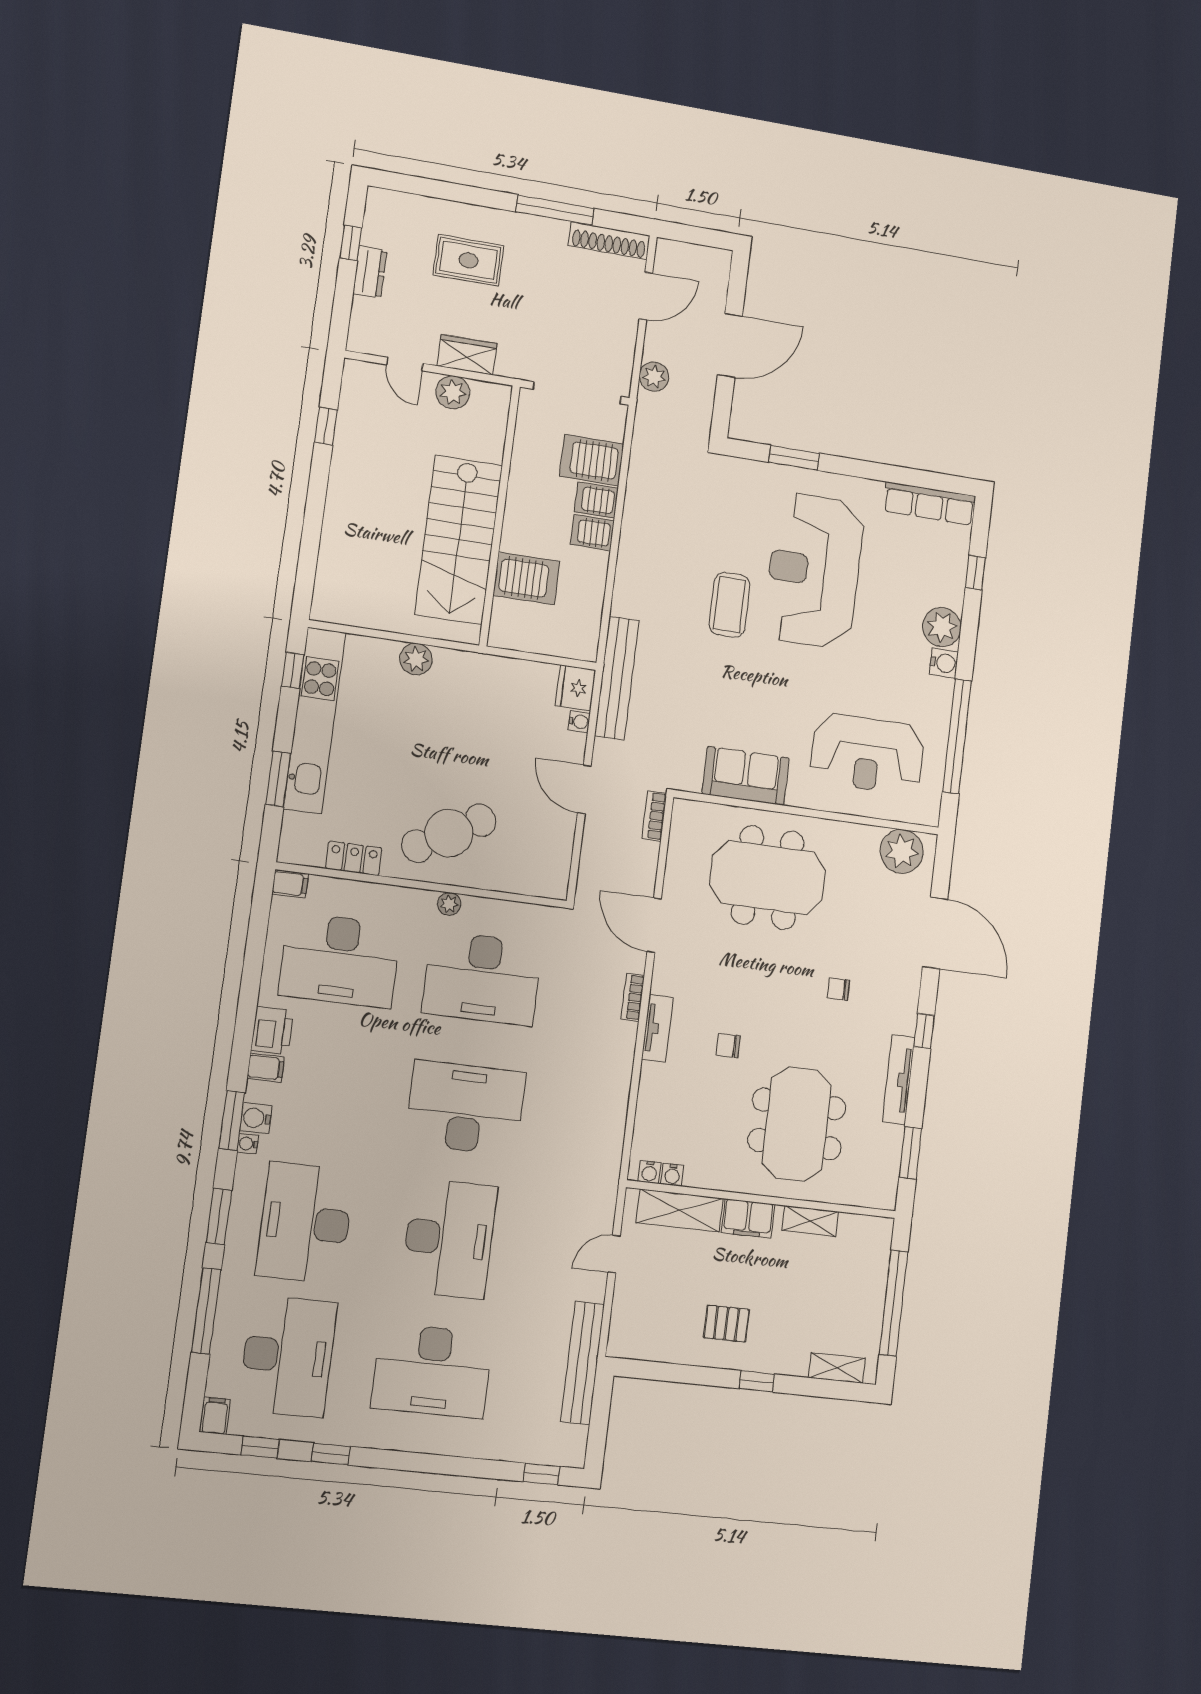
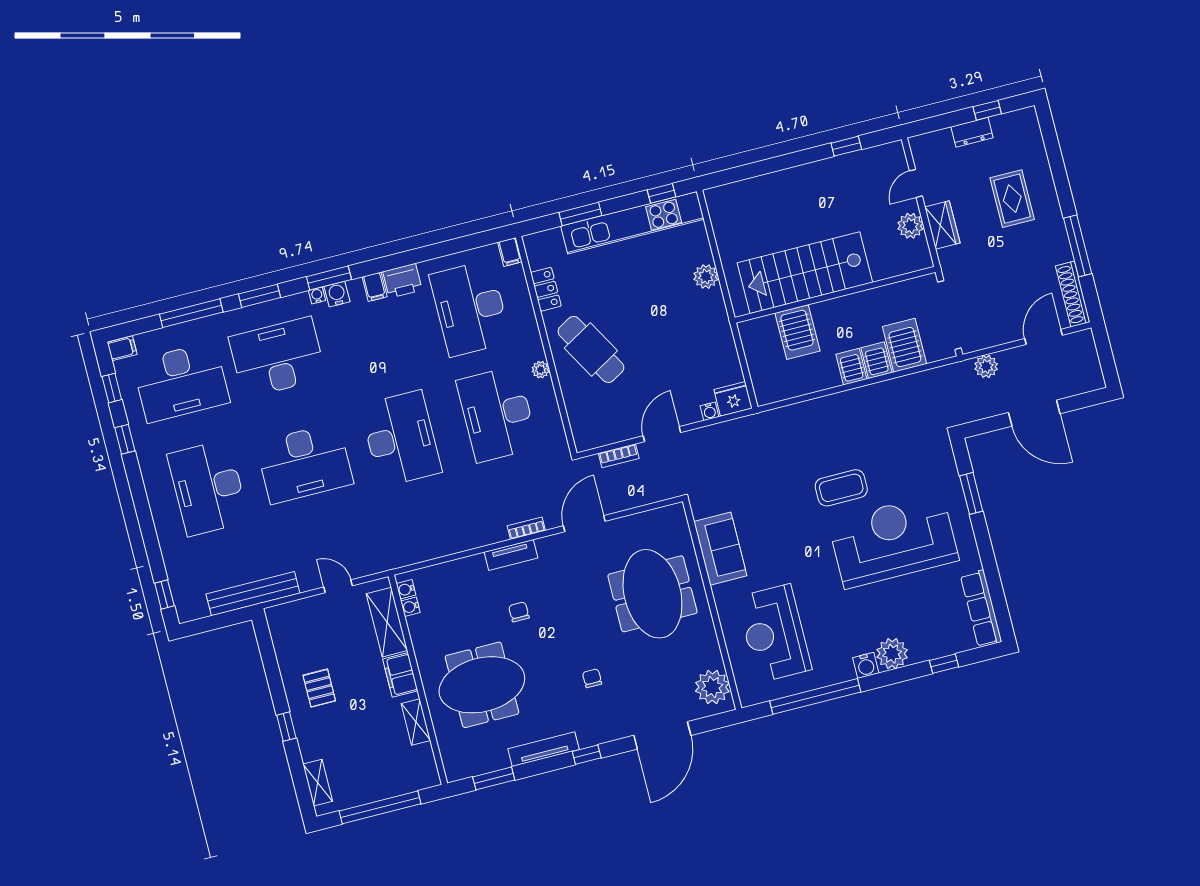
door: (646, 296) -> (1044, 337), swing flipped
bench: (617, 678) -> (752, 426), removed
bookcase: (654, 816) -> (619, 456), moved, turned 180

